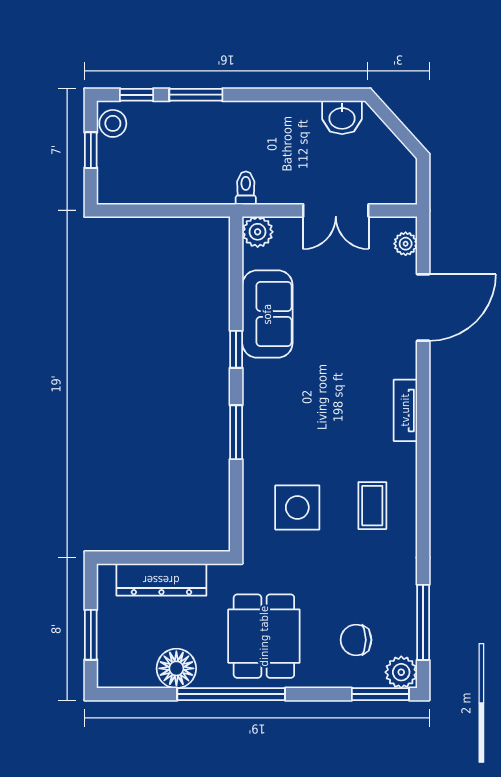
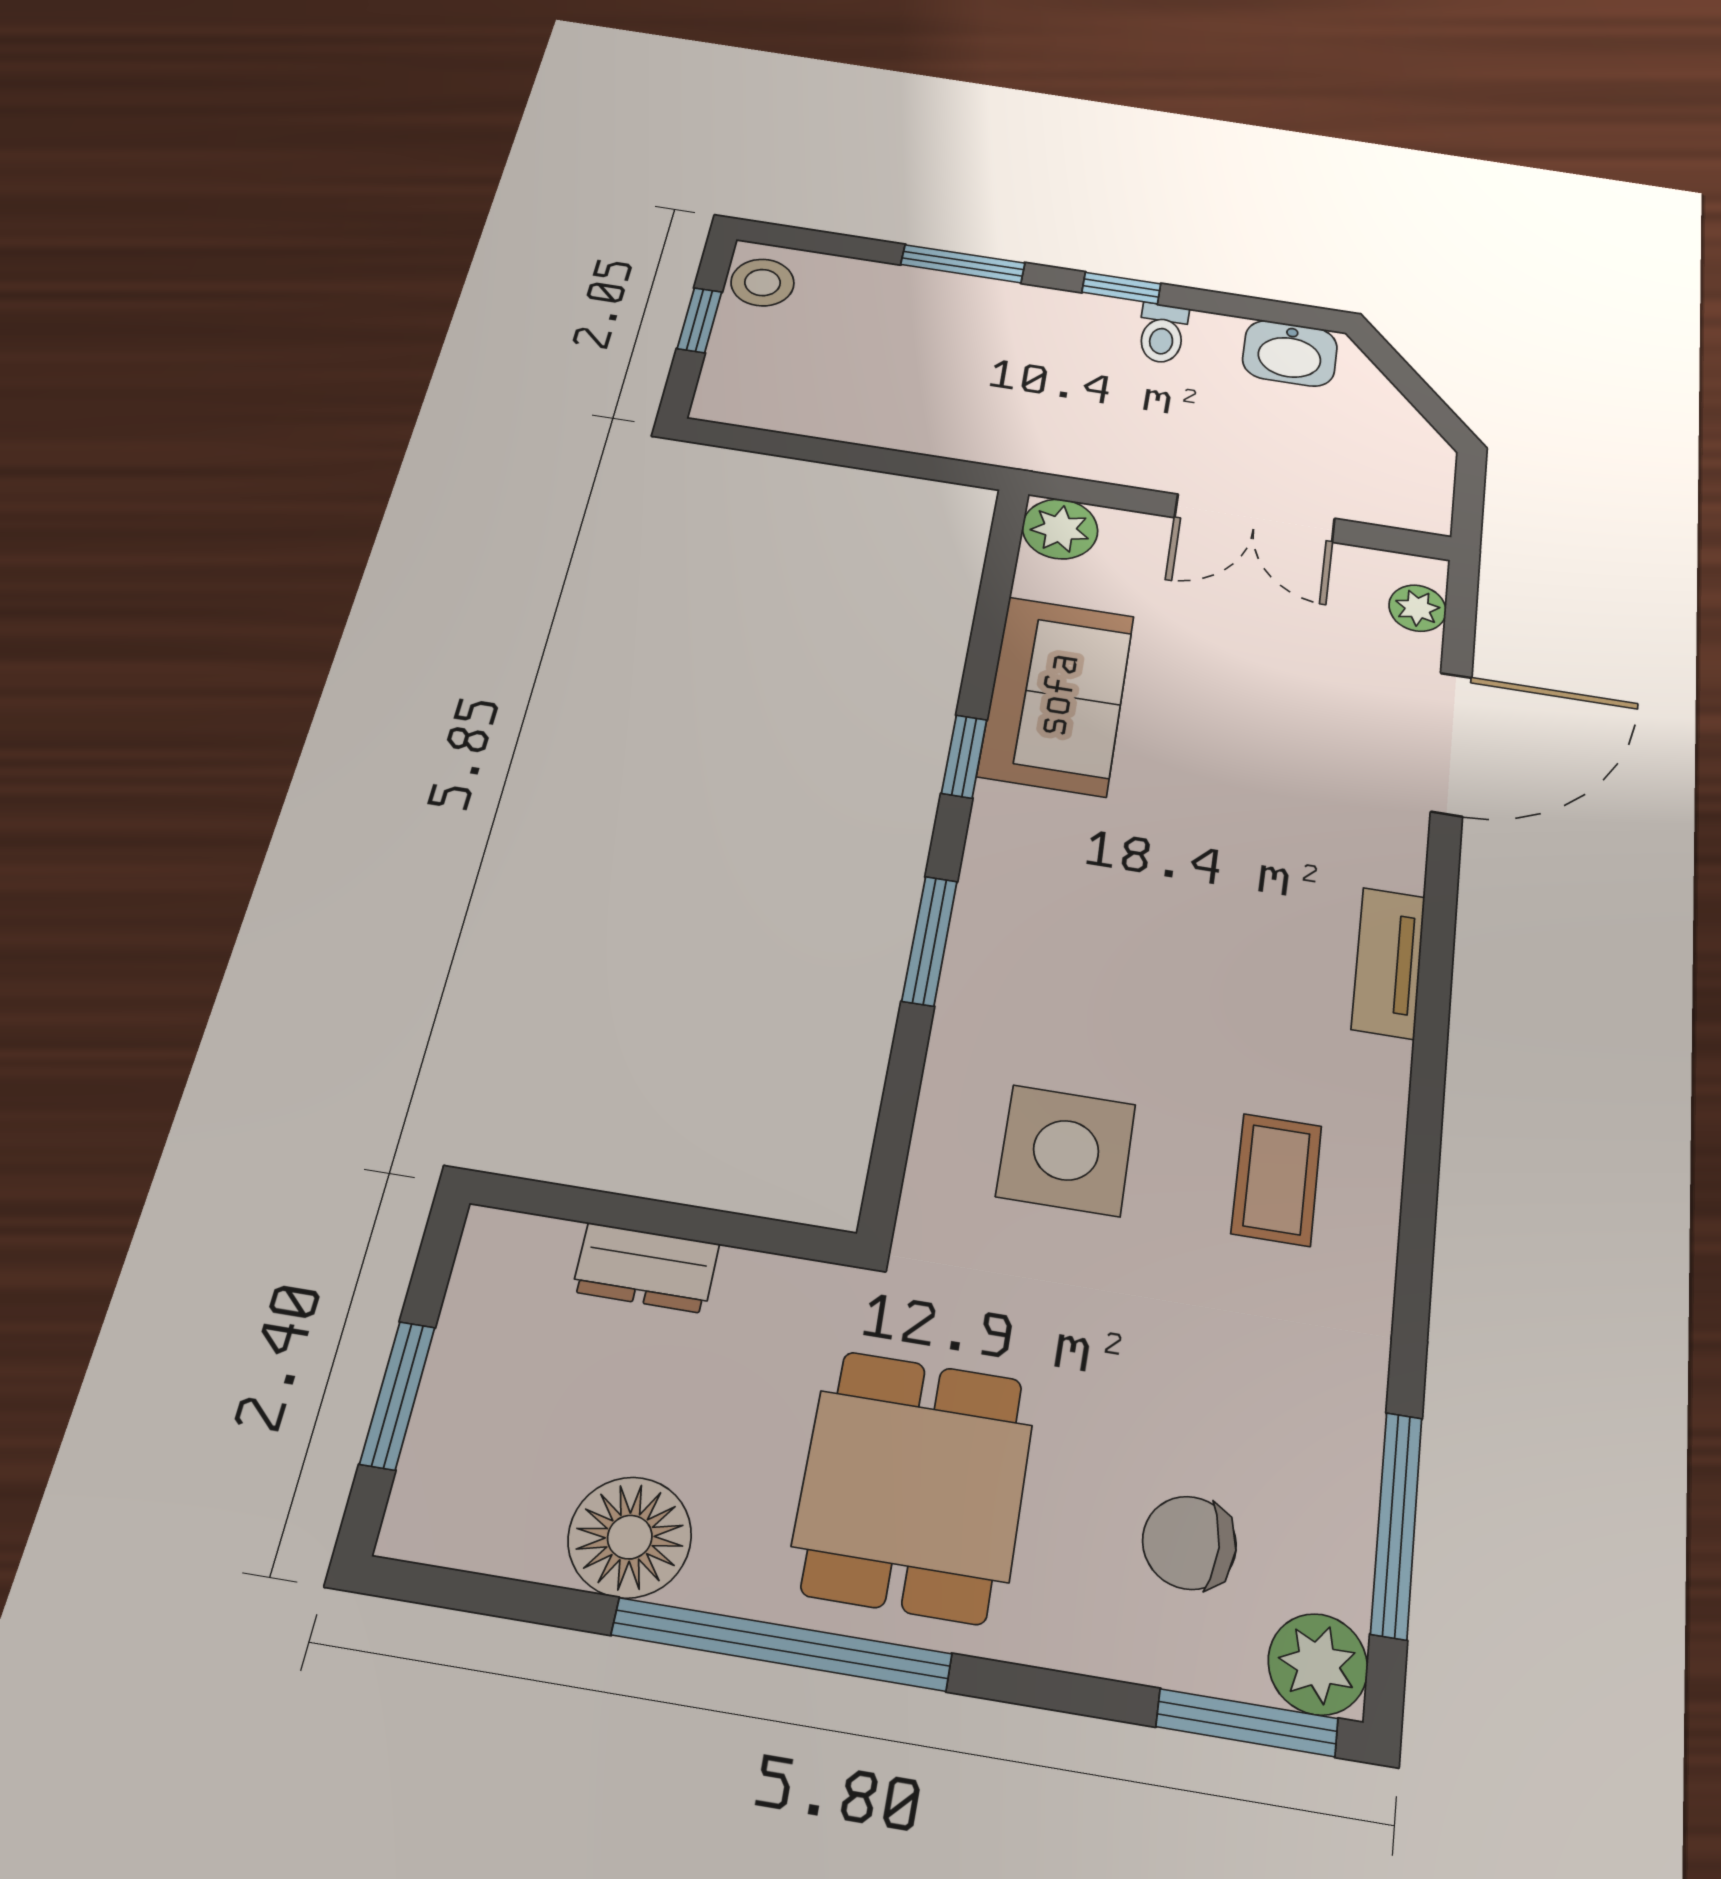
window: (137, 95) -> (1121, 288), moved
toilet: (246, 188) -> (1162, 333), moved, turned 180
dresser: (161, 580) -> (646, 1268), width x0.51, depth x0.80

